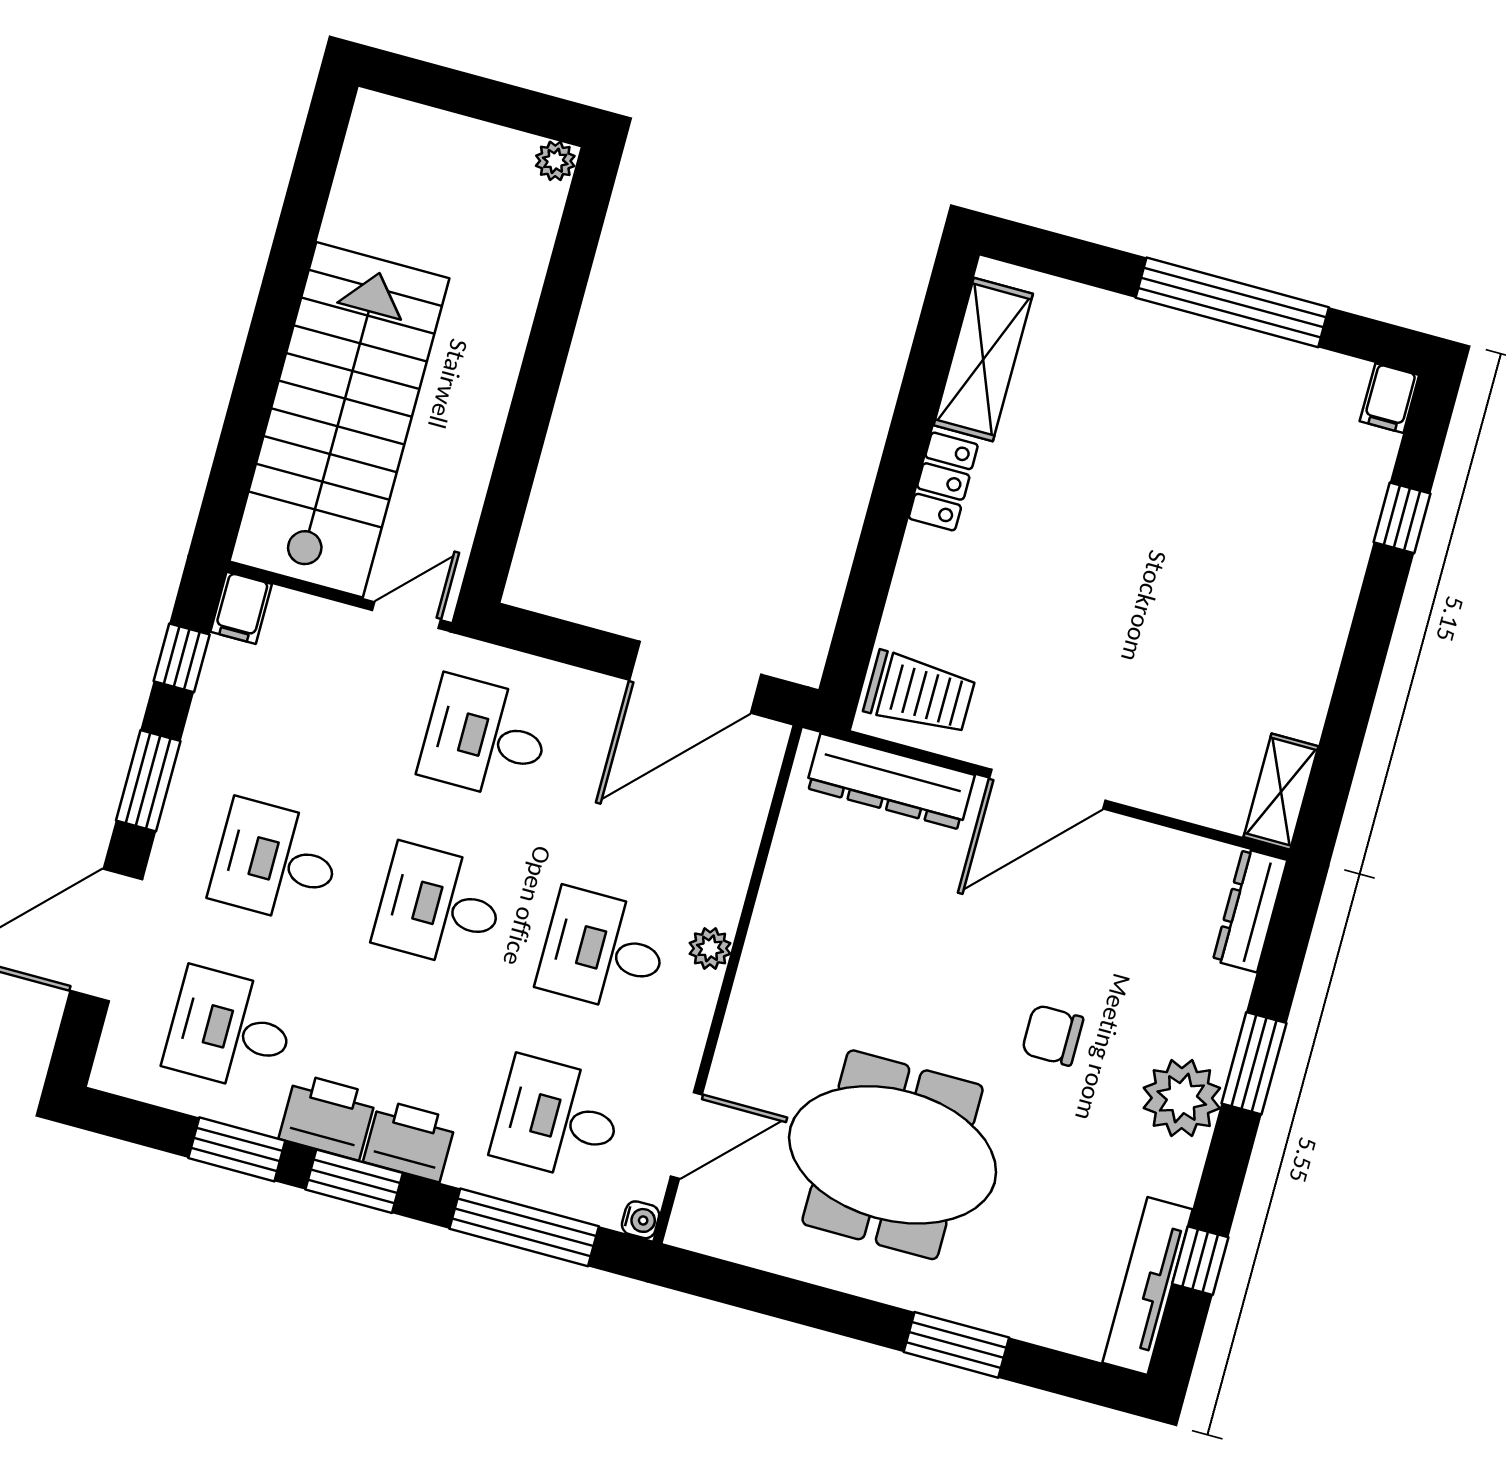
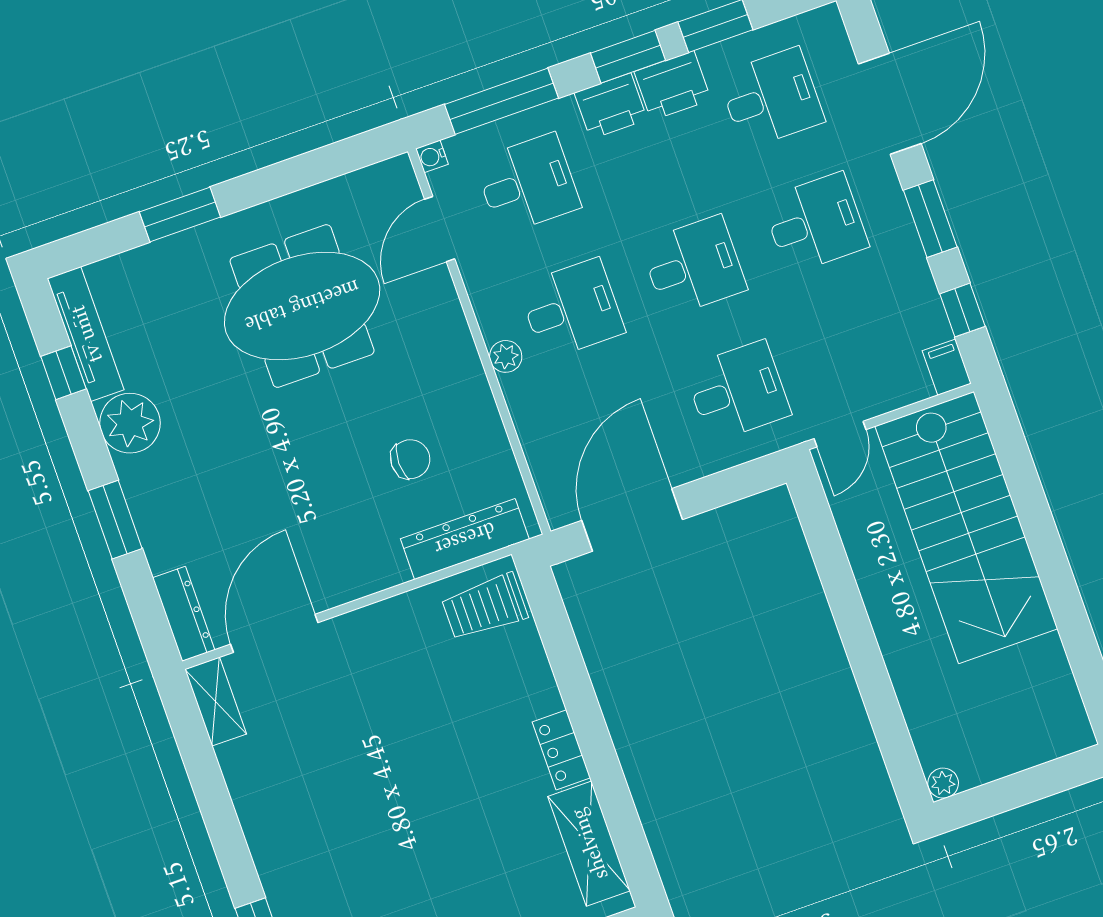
door: (1047, 789) -> (274, 633), moved
chair: (1053, 1035) -> (410, 459), moved
plant: (1182, 1098) -> (130, 423), moved

